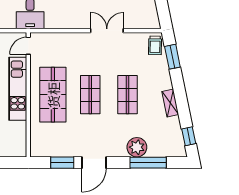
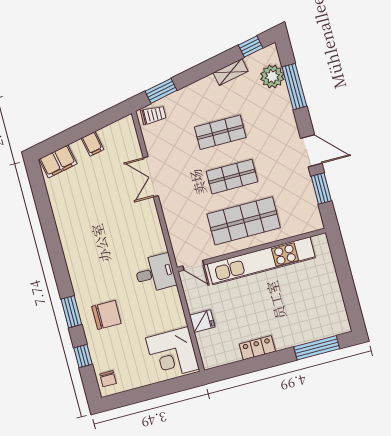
kitchen unit: (18, 89) -> (261, 261), width x1.36
shelving: (170, 103) -> (231, 72), moved
plant: (137, 147) -> (272, 76), moved

